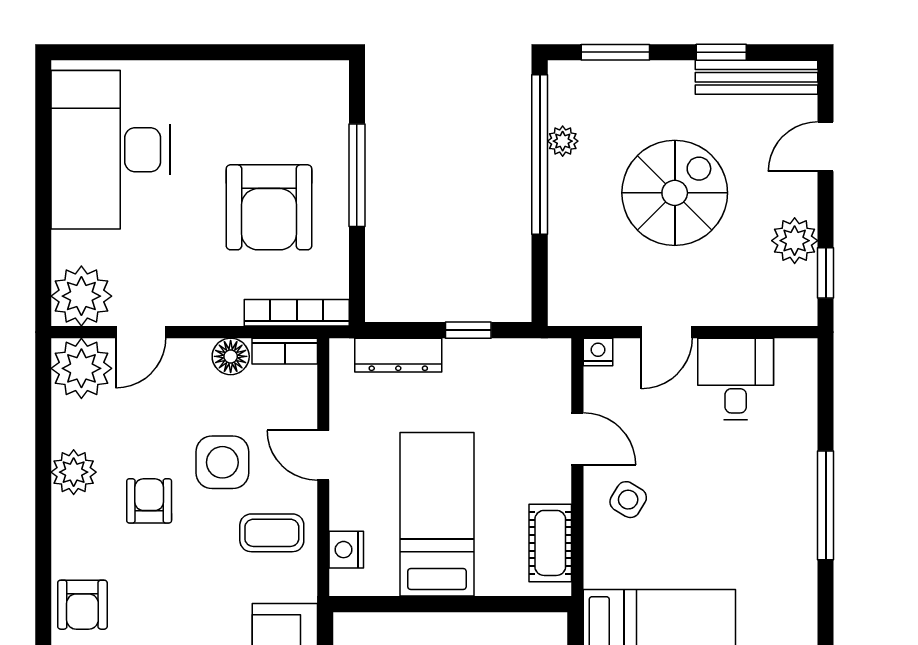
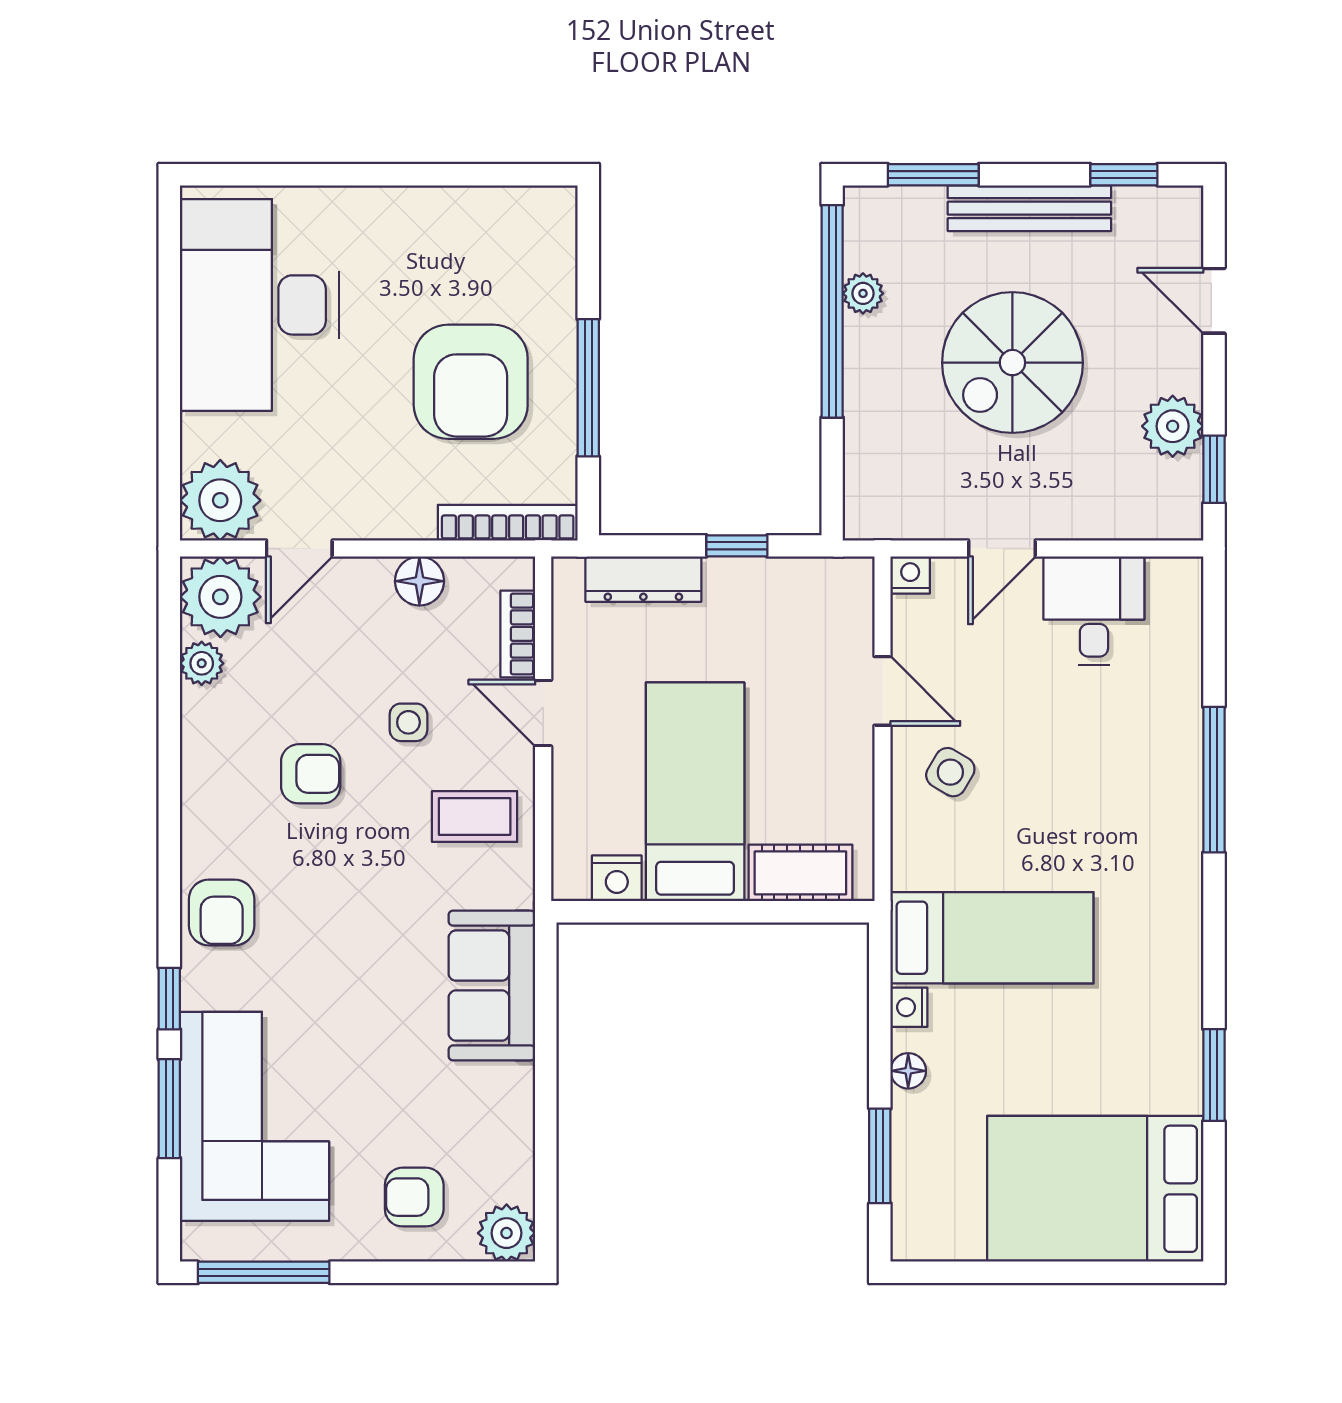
window: (721, 52) -> (1124, 175), moved
bench: (756, 77) -> (1029, 208), moved
door: (826, 147) -> (1214, 301), hinge flipped
window: (357, 175) -> (588, 388), moved
spiral stairs: (675, 193) -> (1012, 363), turned 180
bookcase: (285, 351) -> (518, 634), moved, turned 90
side table: (222, 462) -> (408, 722), width x0.54, depth x0.54
plant: (74, 472) -> (202, 663), moved, width x0.73, depth x0.73
armchair: (149, 501) -> (311, 774), turned 90
cot: (550, 543) -> (800, 873), moved, turned 90
nightstand: (346, 550) -> (617, 878), moved, turned -90

